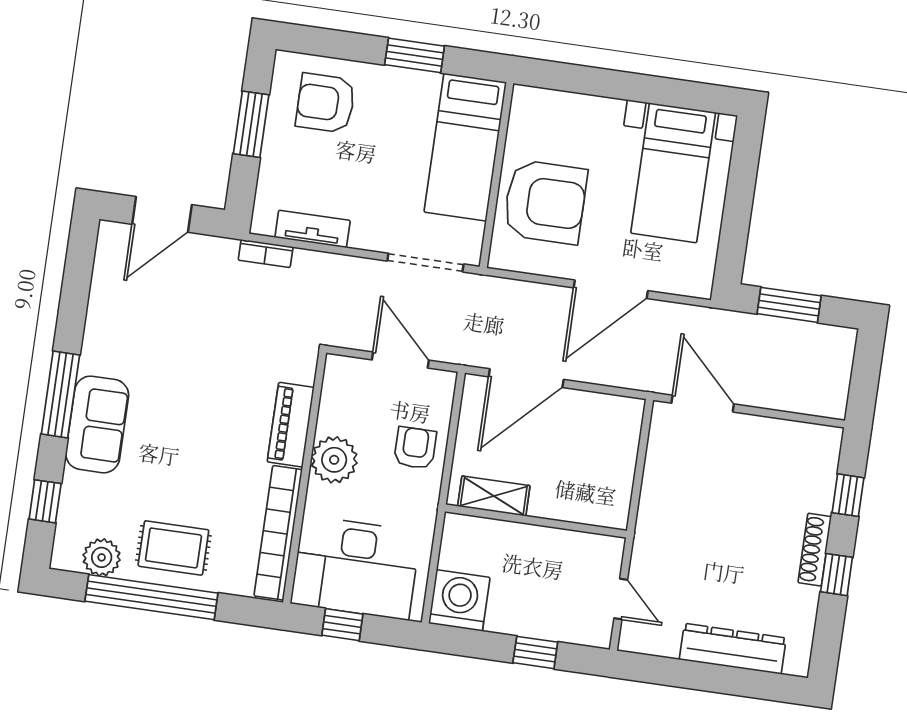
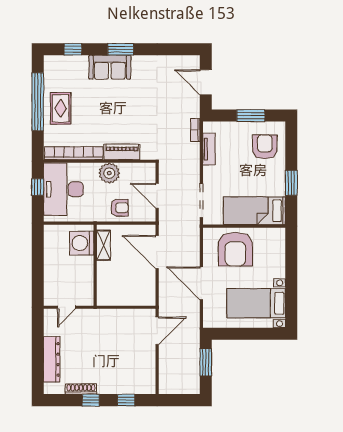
door: (400, 360) -> (157, 196), swing flipped
window: (60, 394) -> (121, 49), width x0.69
shoe rack: (815, 550) -> (81, 389), moved
plant: (102, 557) -> (52, 77), removed
washing machine: (459, 601) -> (82, 243), moved, turned 180
window: (535, 652) -> (38, 273), removed

